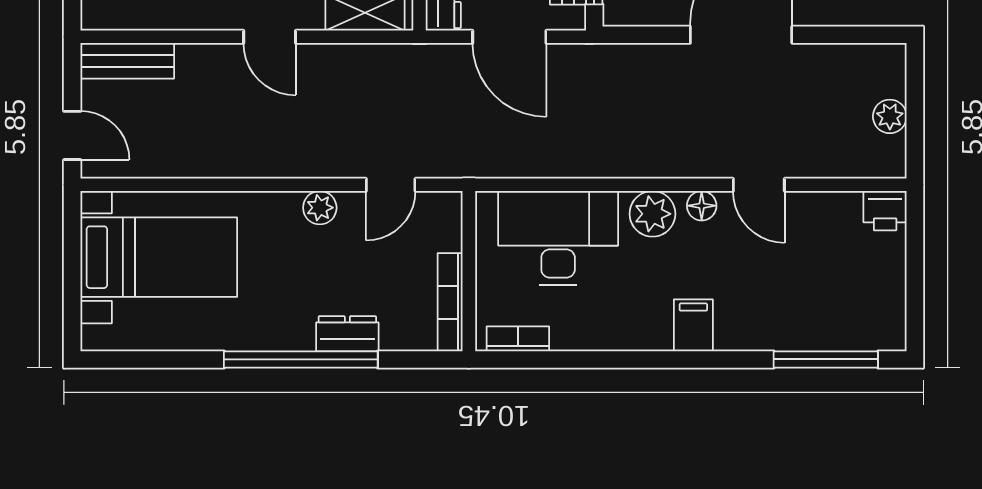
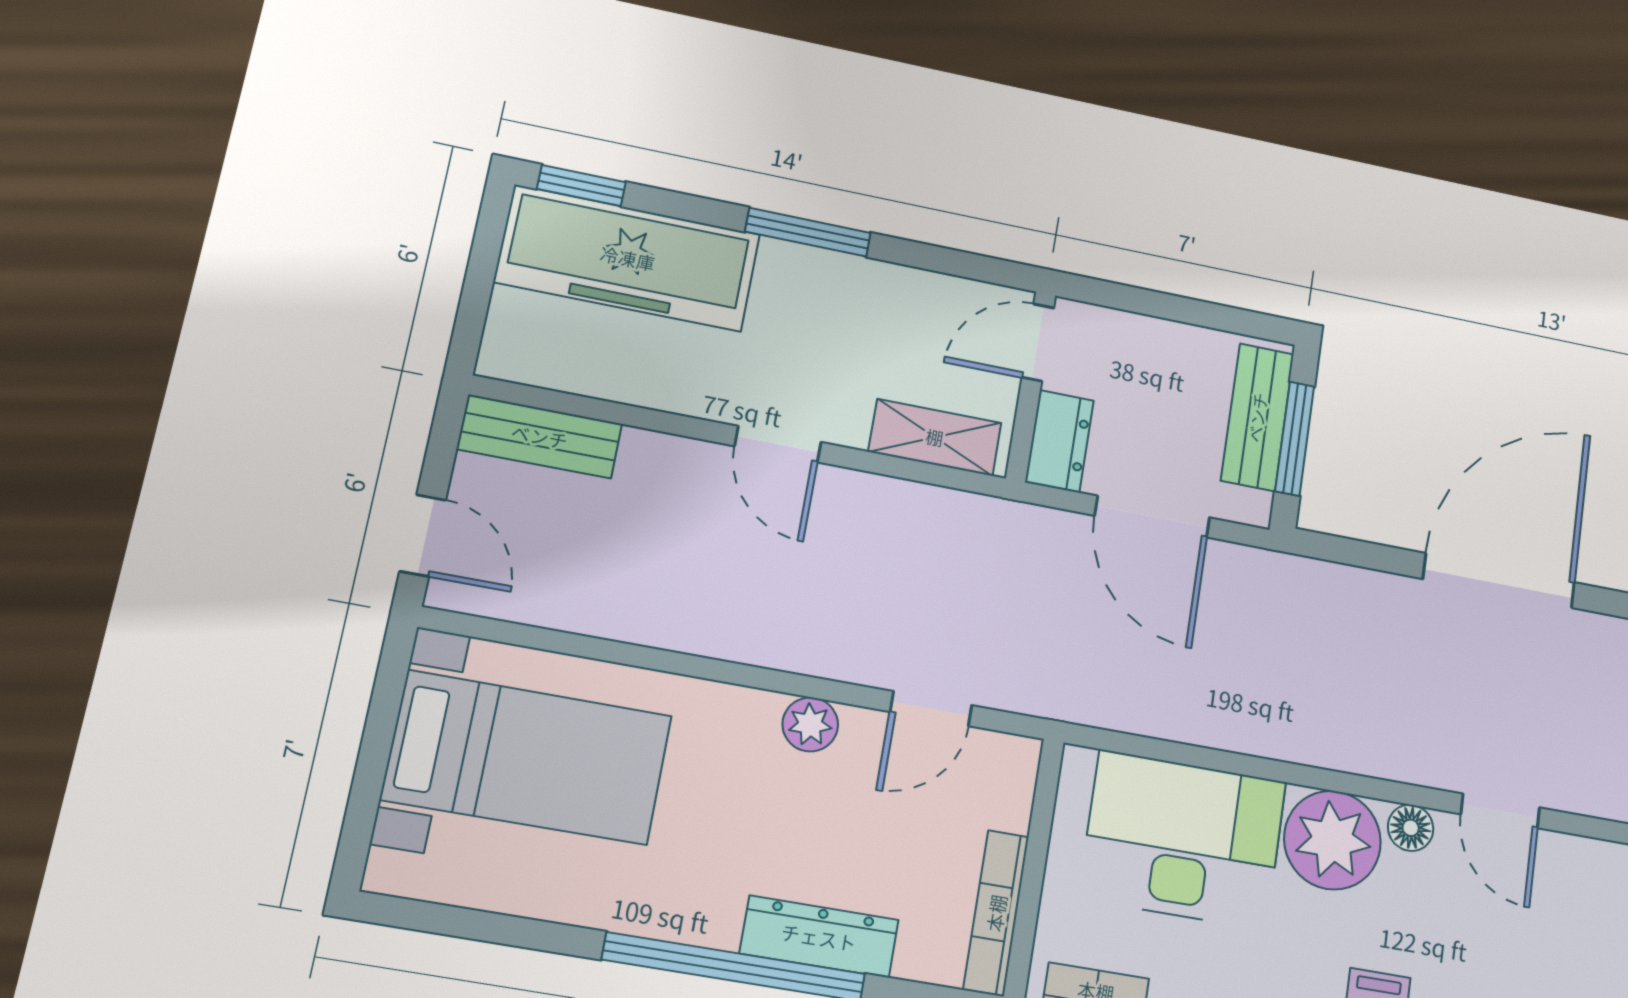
plant: (652, 214) -> (1332, 840), width x1.36, depth x1.36
dresser: (347, 334) -> (819, 937), width x1.44

